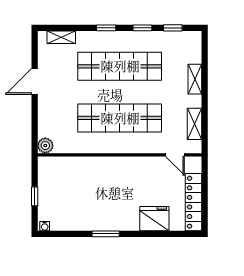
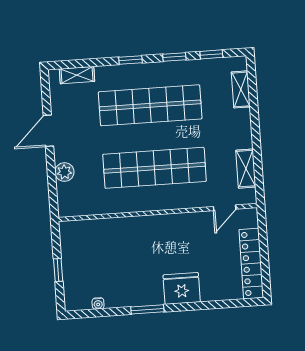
shelving: (195, 79) -> (241, 89), moved
plant: (45, 146) -> (64, 172), moved
door: (175, 155) -> (225, 208), hinge flipped
fridge: (154, 219) -> (182, 288), moved
water cooler: (45, 226) -> (98, 303), moved

